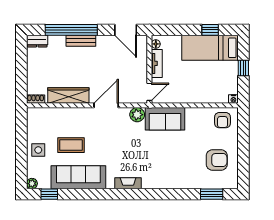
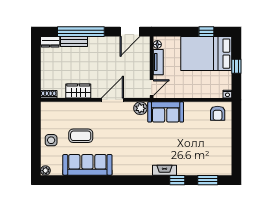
door: (126, 30) -> (130, 32), hinge flipped
bench: (81, 41) -> (74, 42), moved
bed: (210, 48) -> (206, 54), width x1.50
wardrobe: (68, 96) -> (78, 91), width x0.67
armchair: (217, 160) -> (212, 149), removed
fireplace: (128, 183) -> (164, 170), moved
window: (49, 194) -> (177, 180), moved

